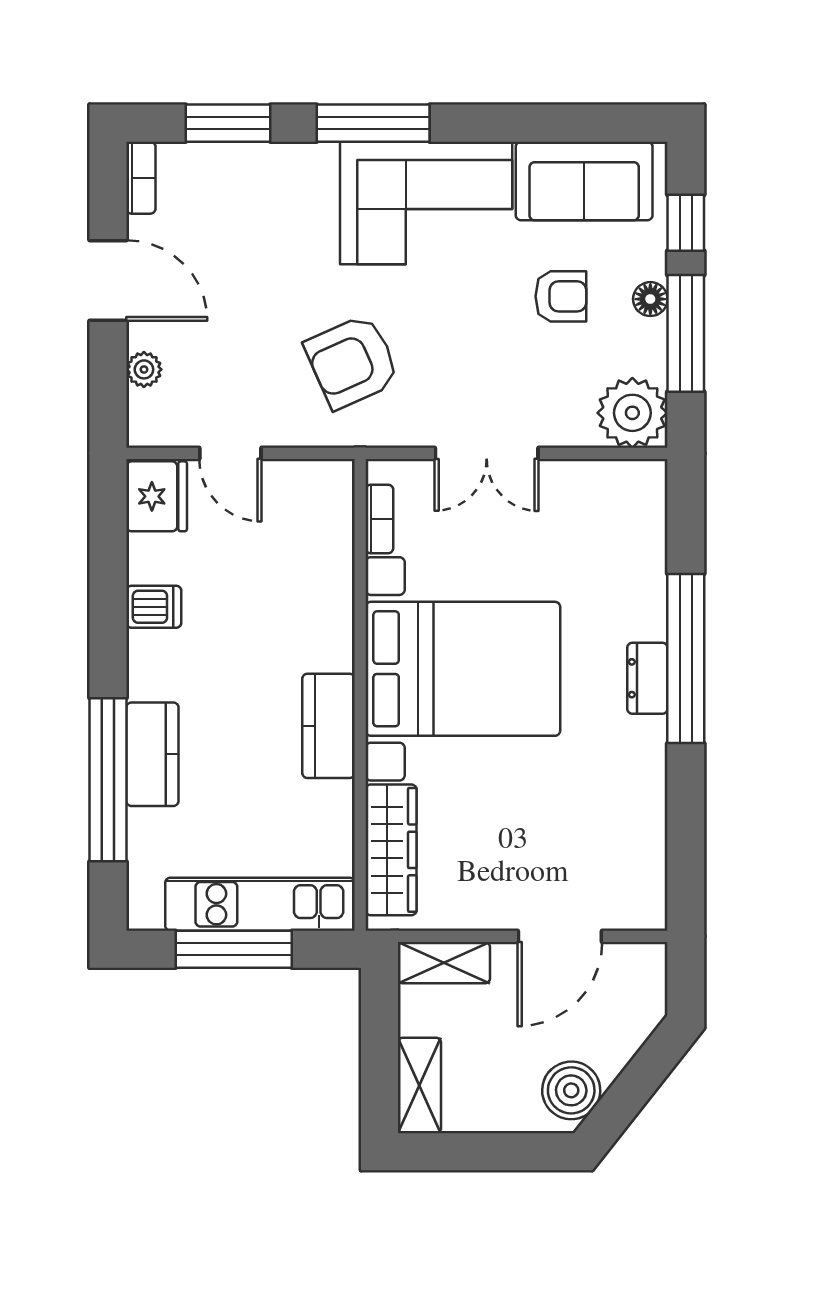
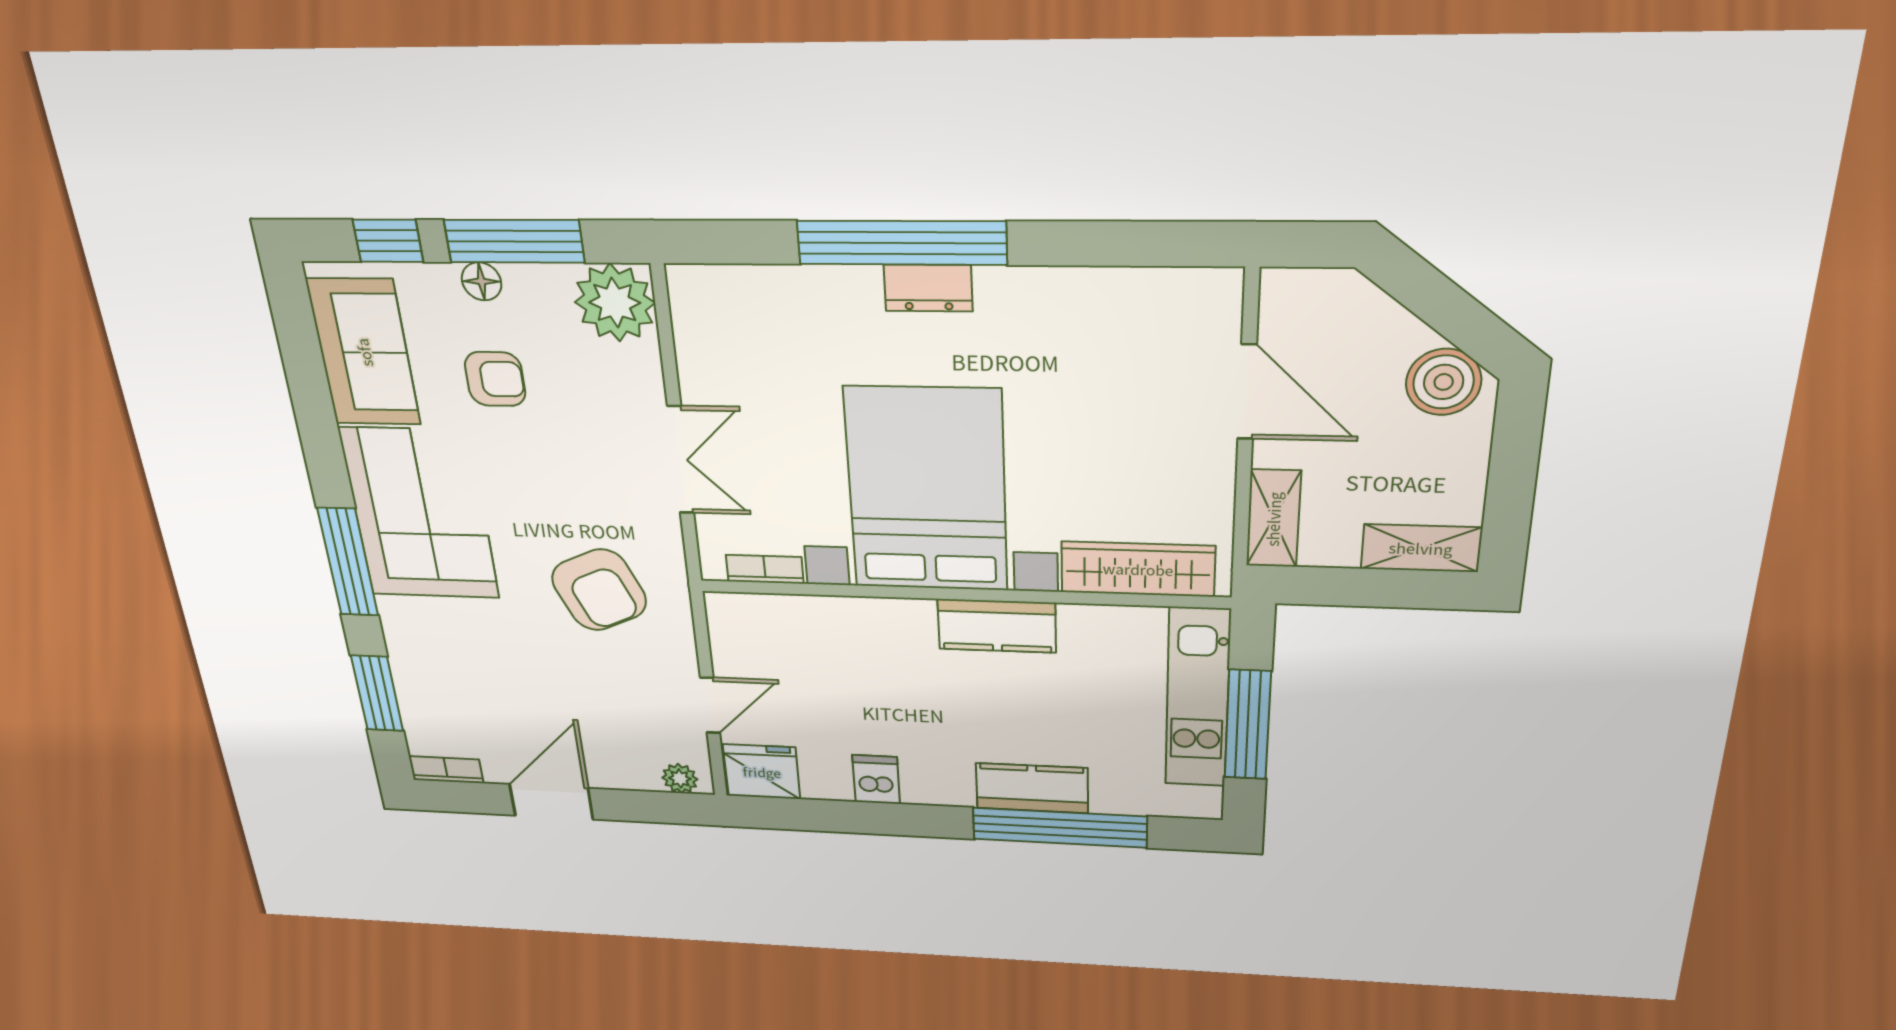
armchair: (561, 296) -> (495, 379), turned 90
plant: (144, 369) -> (680, 778), moved

